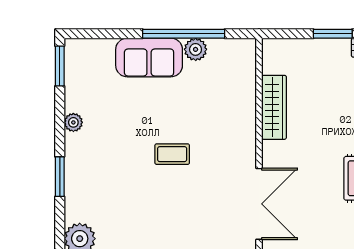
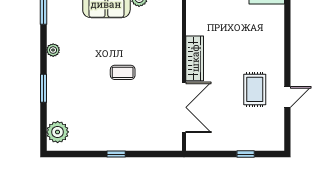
wardrobe: (274, 107) -> (195, 58), moved

